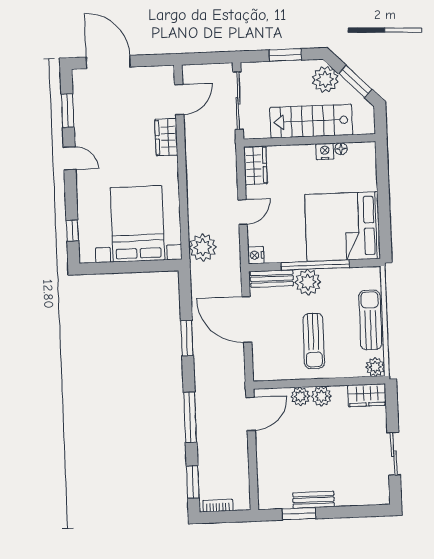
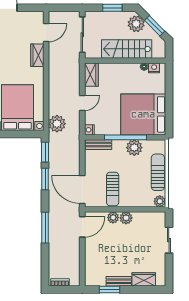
nightstand: (325, 151) -> (154, 68), moved
plant: (308, 282) -> (134, 148), moved
door: (247, 319) -> (82, 189), moved
sun lounger: (314, 341) -> (113, 189), moved
wardrobe: (367, 395) -> (144, 279), moved, turned 180
sliding door: (394, 454) -> (169, 240), moved
window: (193, 482) -> (45, 152), moved

